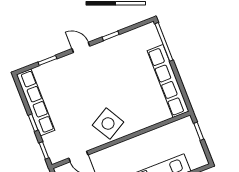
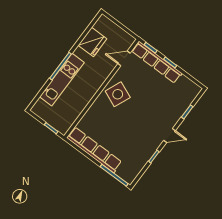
row of seats: (36, 102) -> (157, 62), moved
side table: (108, 124) -> (118, 94), turned -37

